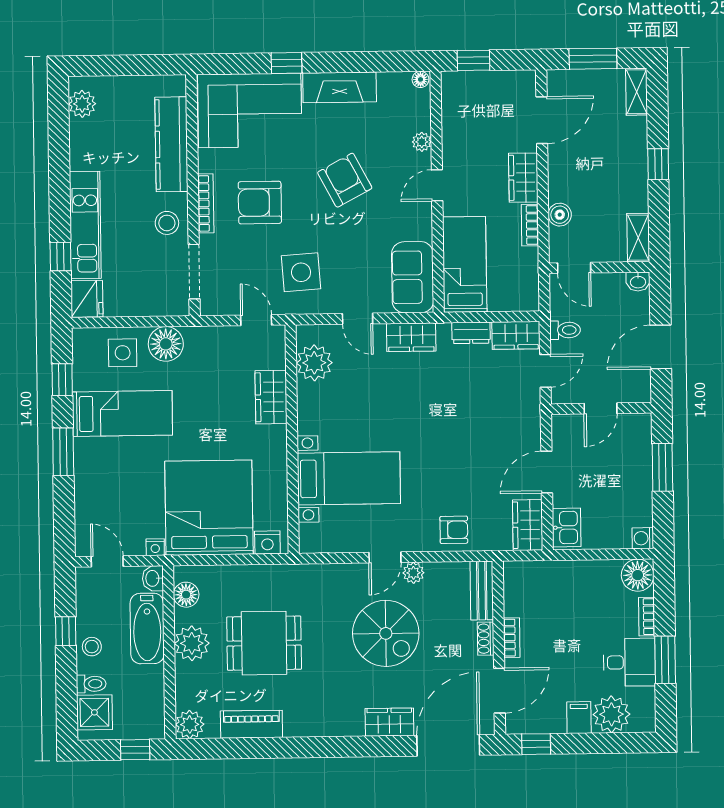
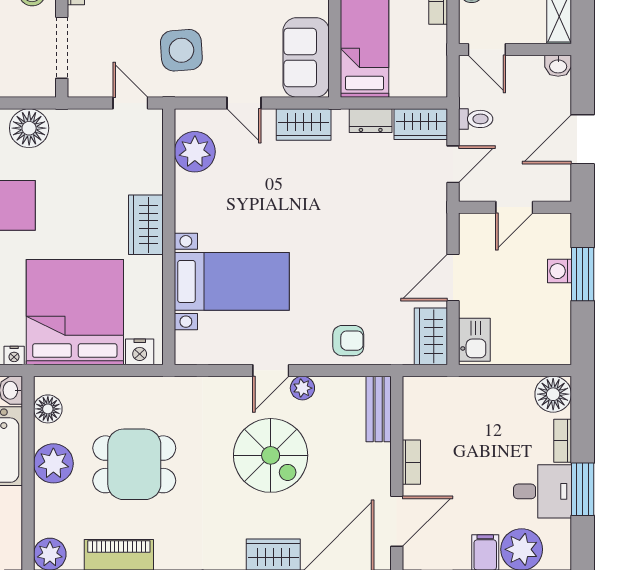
wardrobe: (271, 397) -> (146, 225), moved
washing machine: (643, 538) -> (559, 271), moved
shoe rack: (486, 639) -> (382, 463), removed

